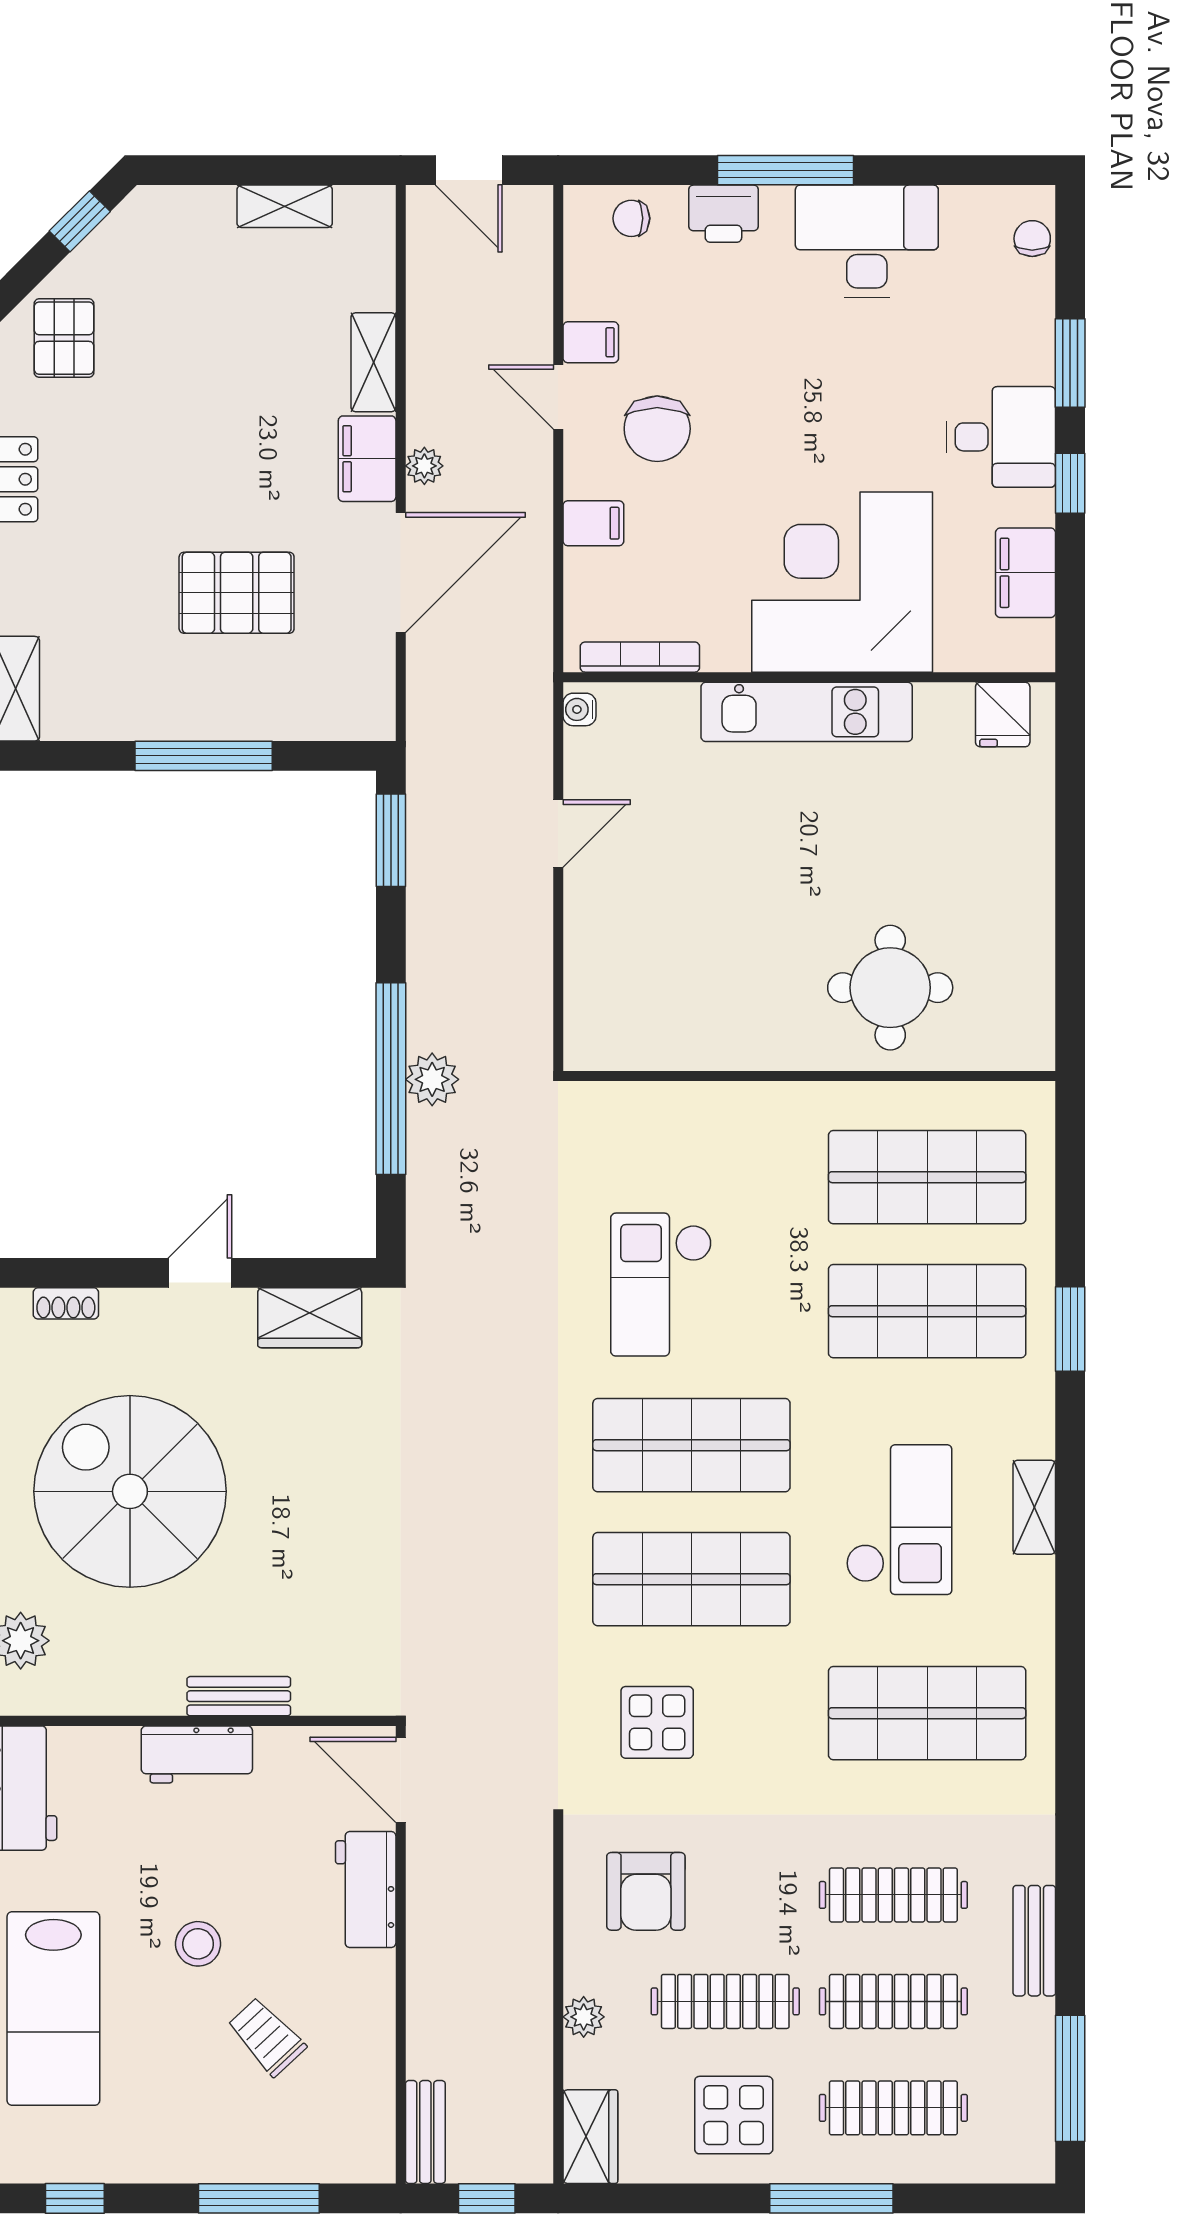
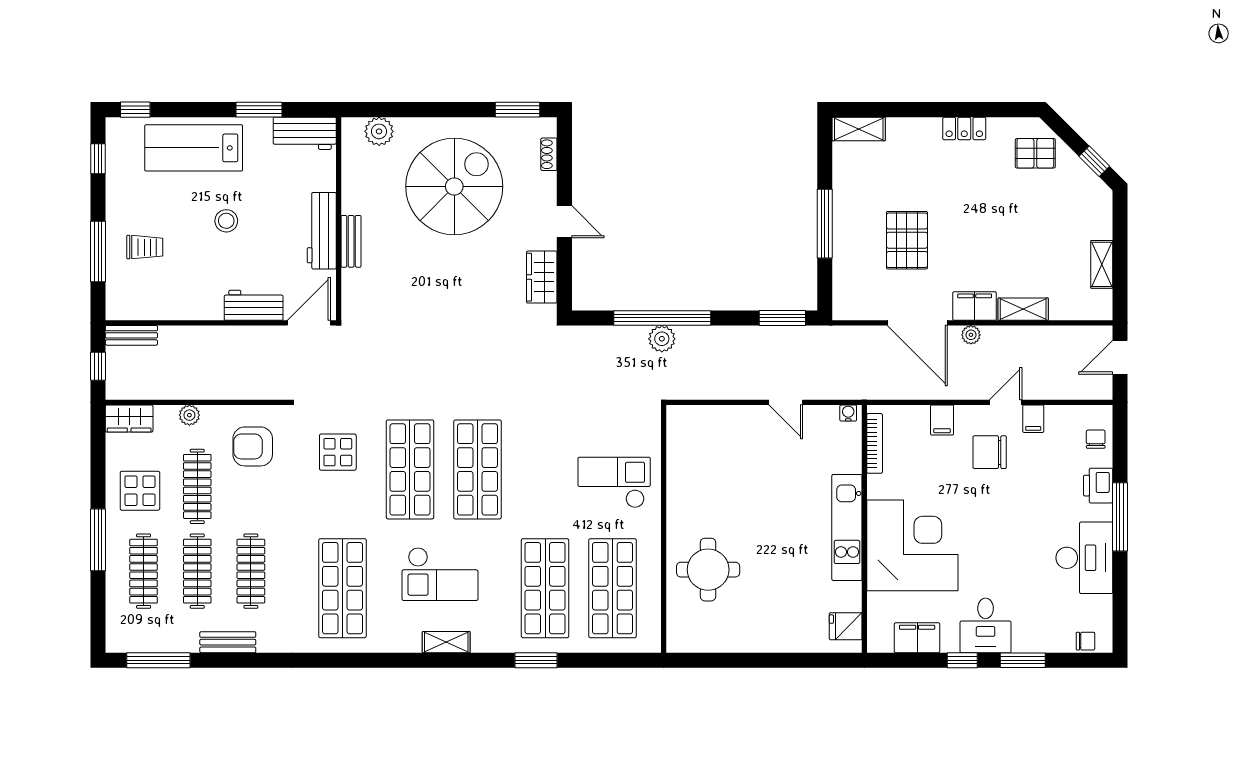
checkout: (661, 1285) -> (614, 482), moved
workbench: (197, 1754) -> (322, 231), width x1.38
trolley: (267, 2037) -> (145, 247), moved, turned 43

